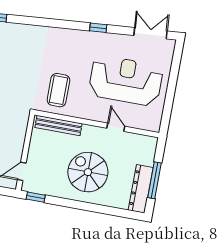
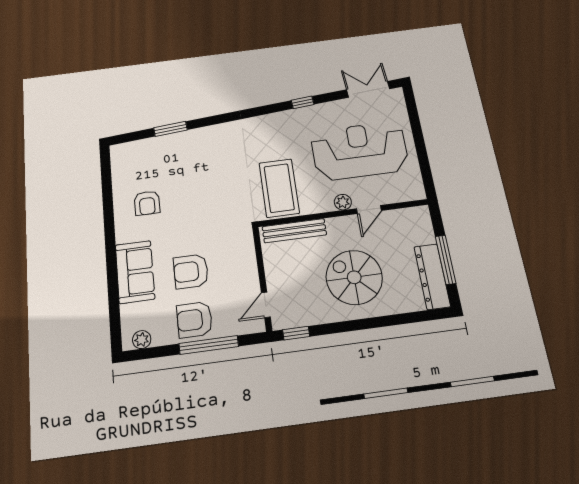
coffee table: (58, 90) -> (279, 188), width x1.36, depth x1.32
plant: (100, 116) -> (343, 202), added
door: (116, 127) -> (369, 210), swing flipped

